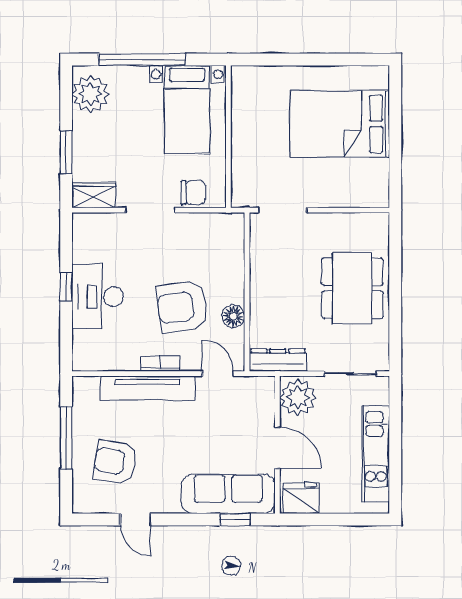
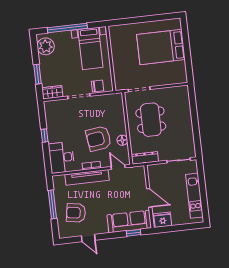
dining table: (352, 288) -> (151, 120), moved
desk: (98, 297) -> (62, 157), moved
plant: (298, 398) -> (156, 174), removed

